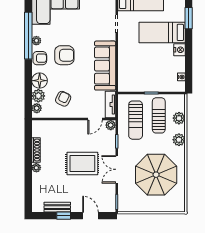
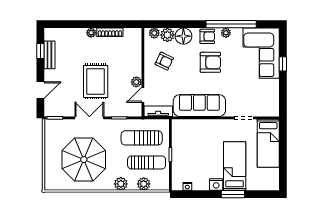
window: (189, 18) -> (233, 194), moved
armchair: (64, 55) -> (210, 62), turned -90
armchair: (40, 58) -> (207, 36), turned -90
door: (95, 119) -> (143, 95), hinge flipped
plant: (111, 125) -> (136, 82), moved
window: (64, 216) -> (40, 51), moved

